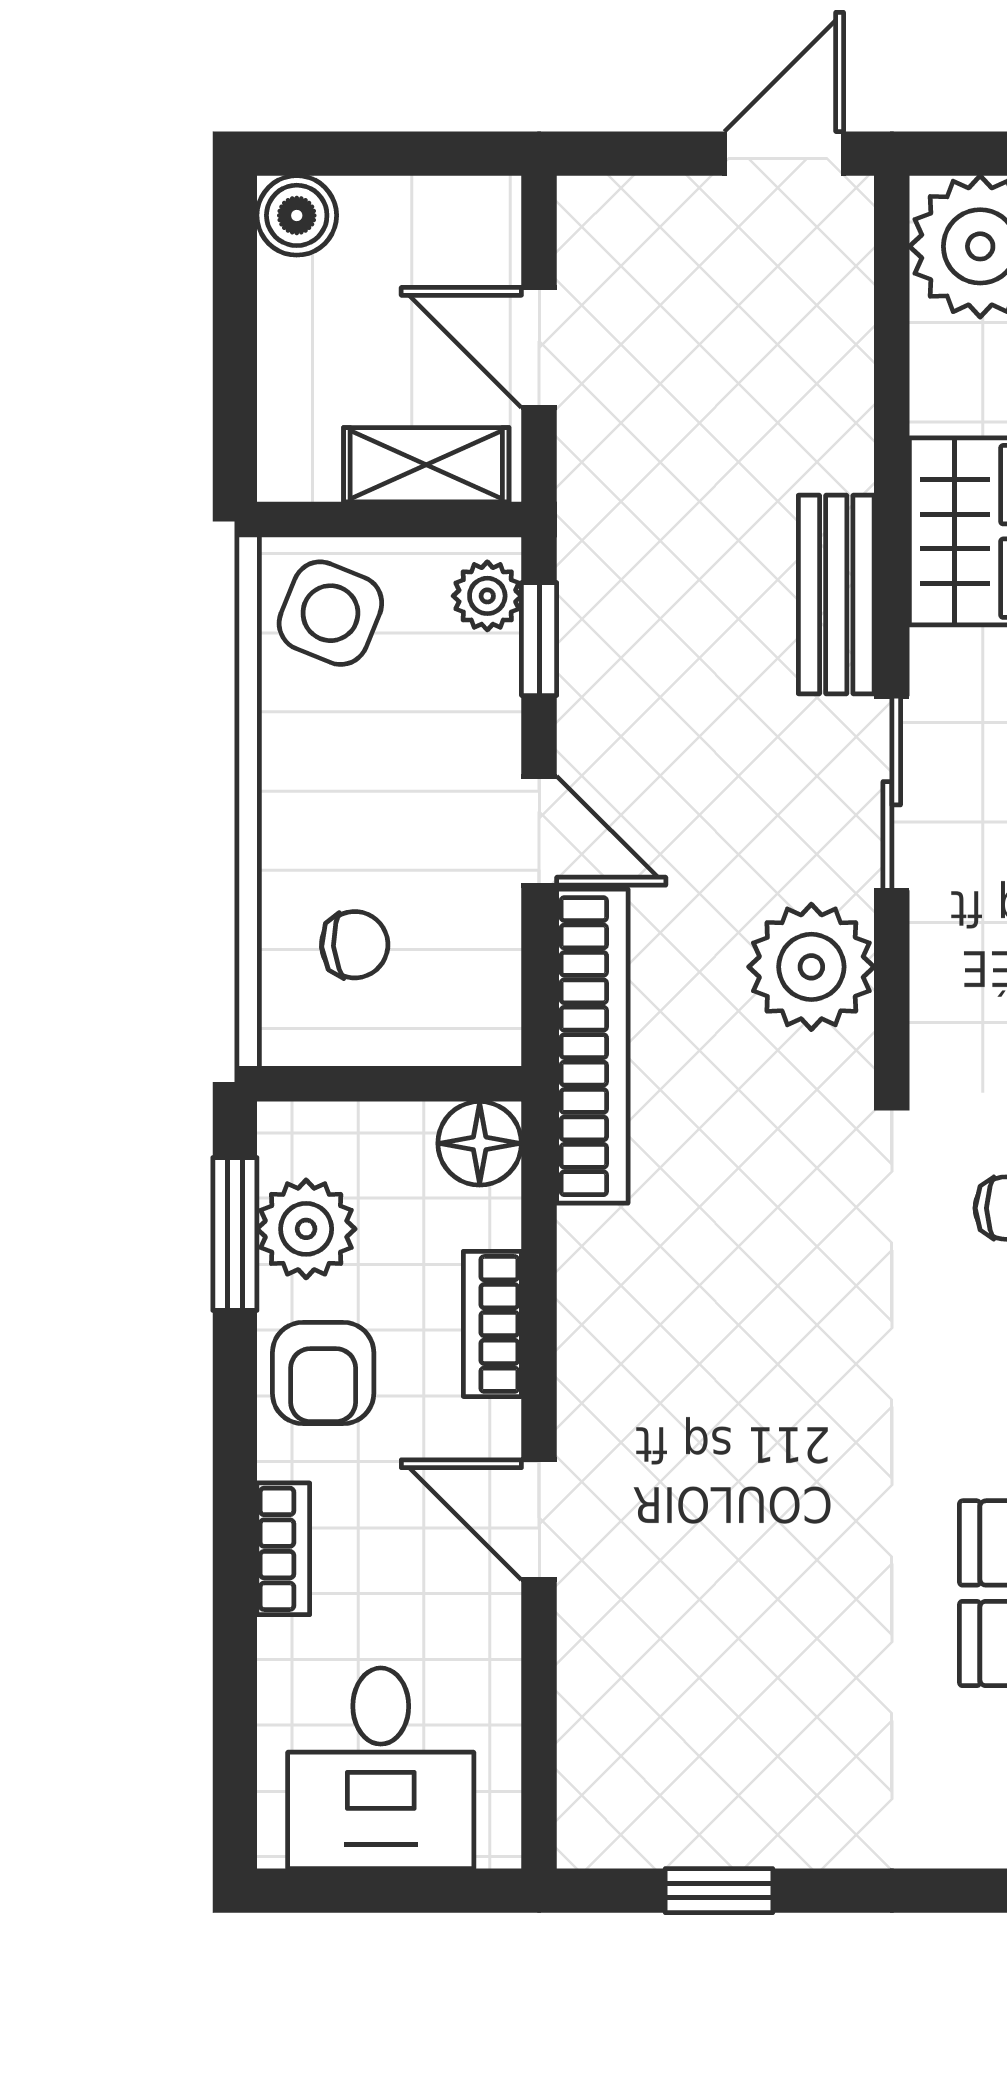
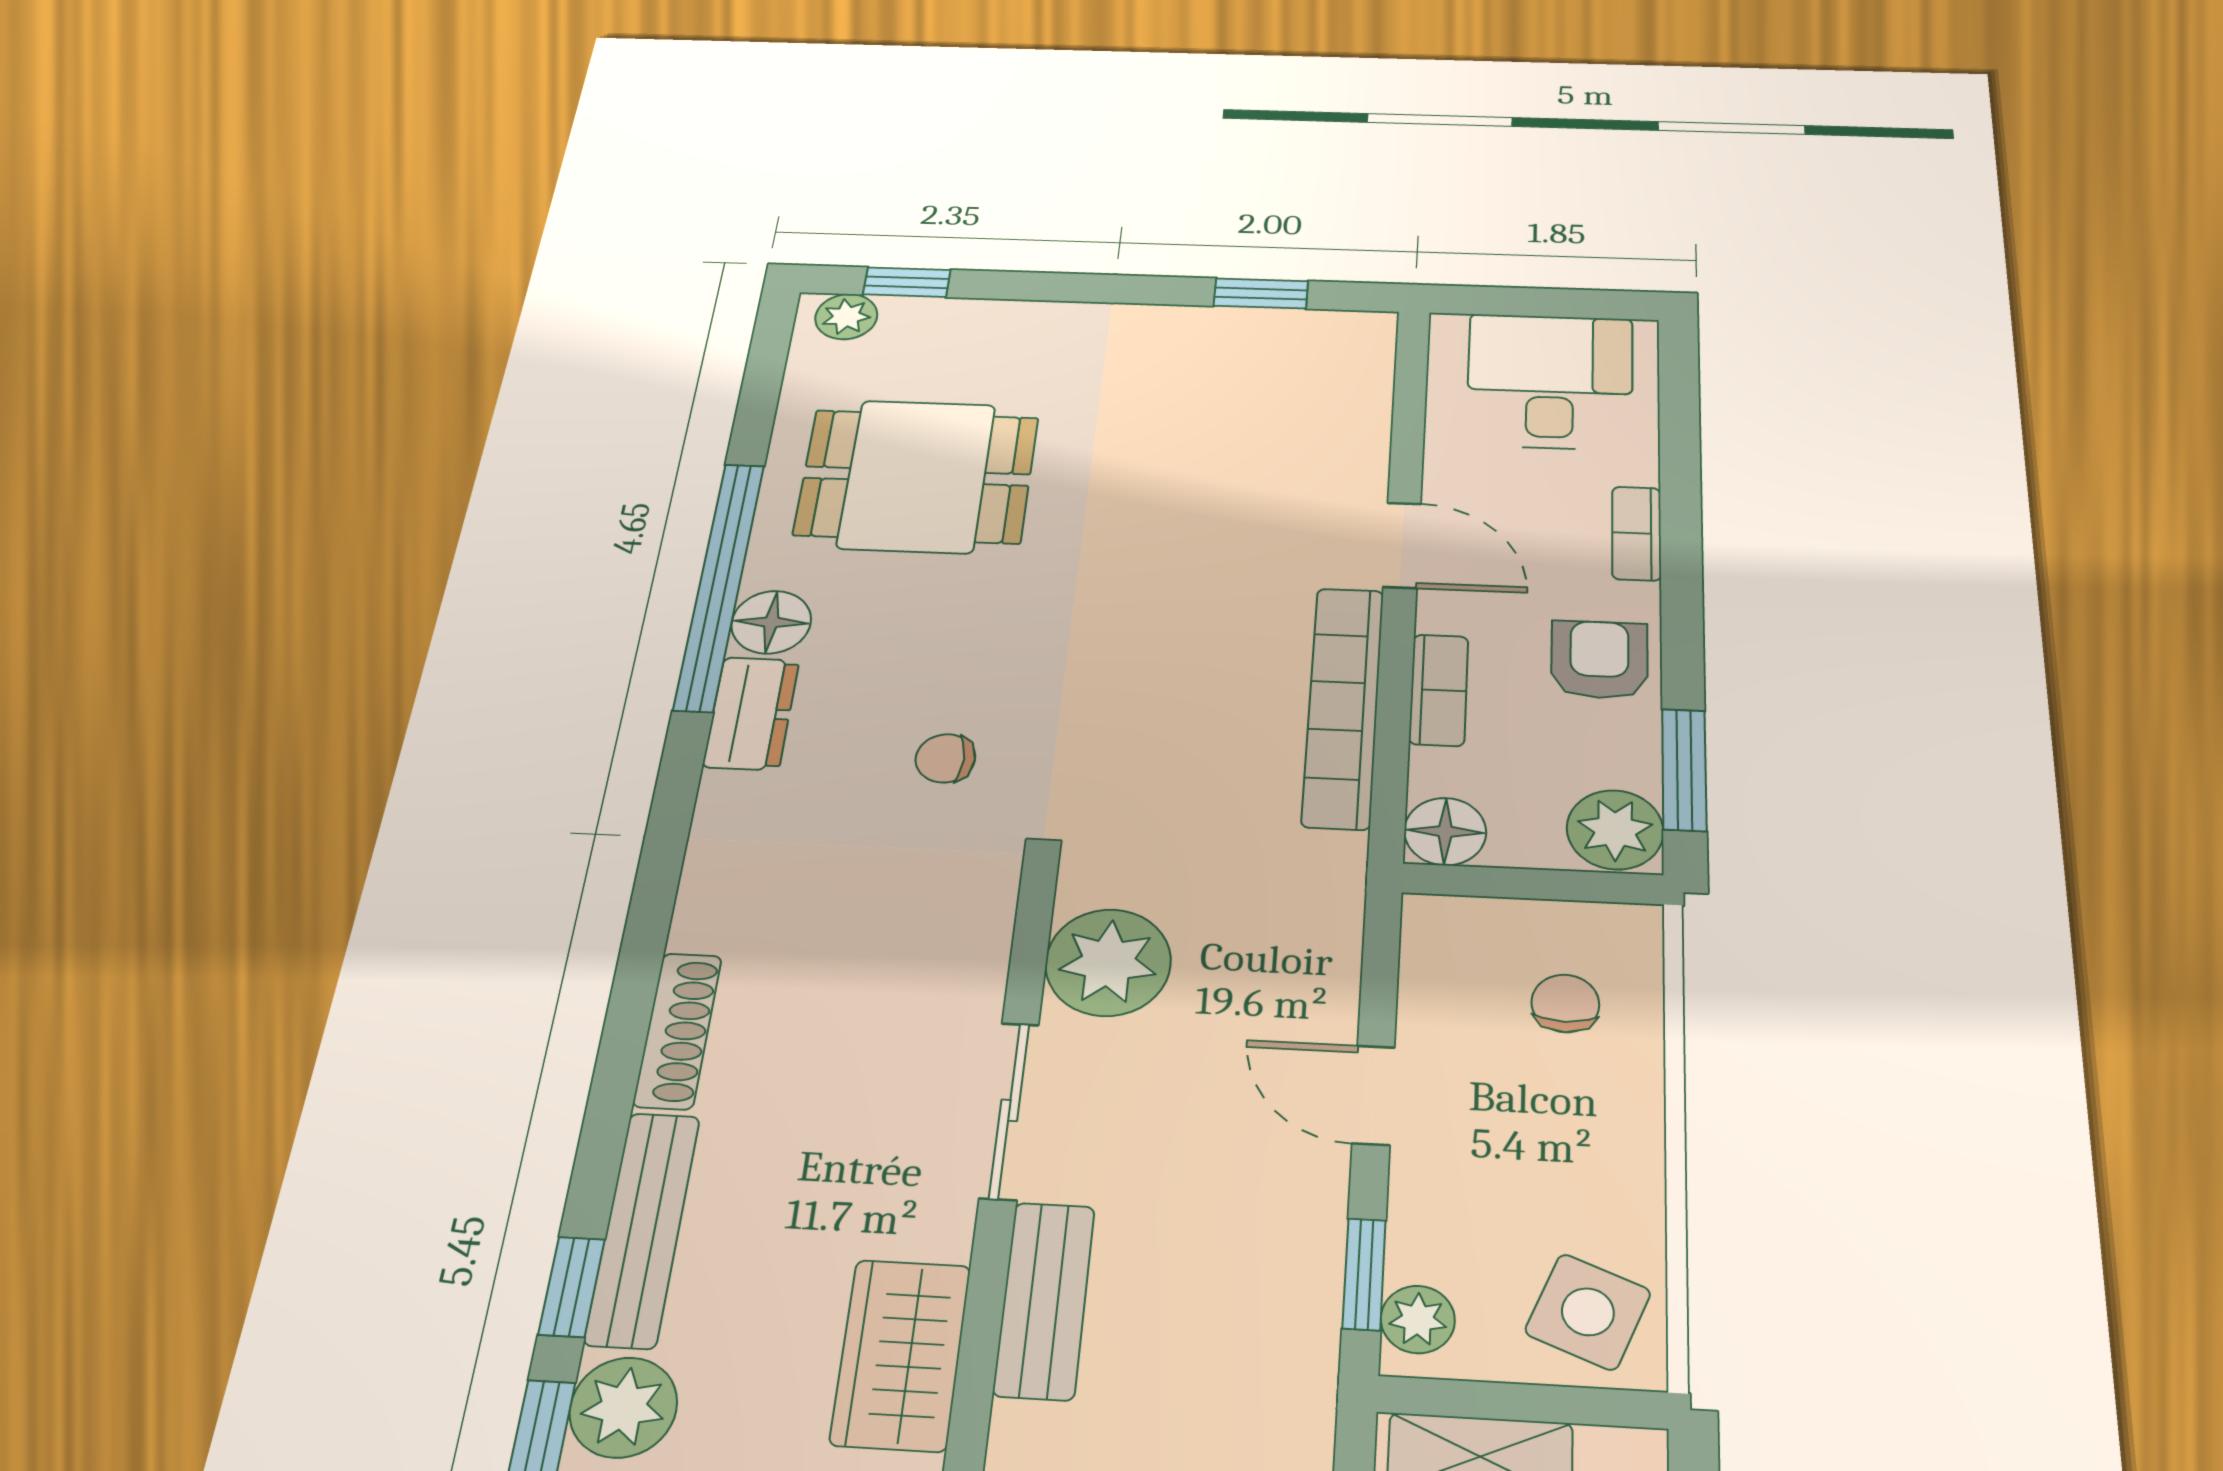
chair: (355, 945) -> (1565, 1003), turned 94
bookcase: (592, 1046) -> (1343, 706), moved
plant: (306, 1229) -> (1615, 830), moved

